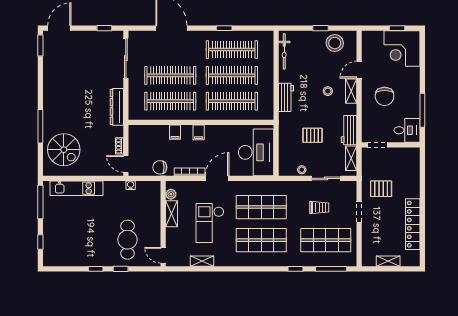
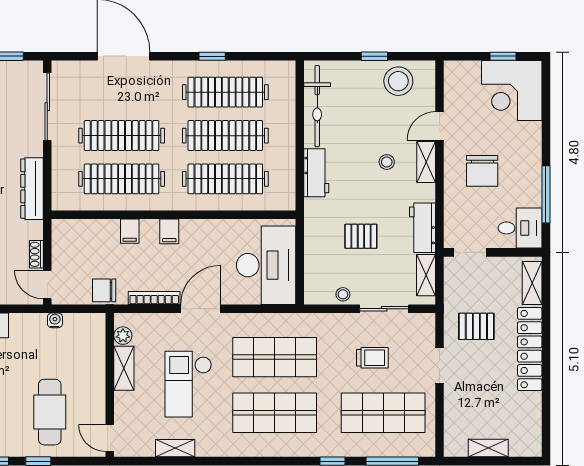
bicycle: (284, 51) -> (317, 106), width x1.37, depth x1.40
shelving: (414, 163) -> (532, 283), added
locker: (413, 224) -> (530, 349), moved

